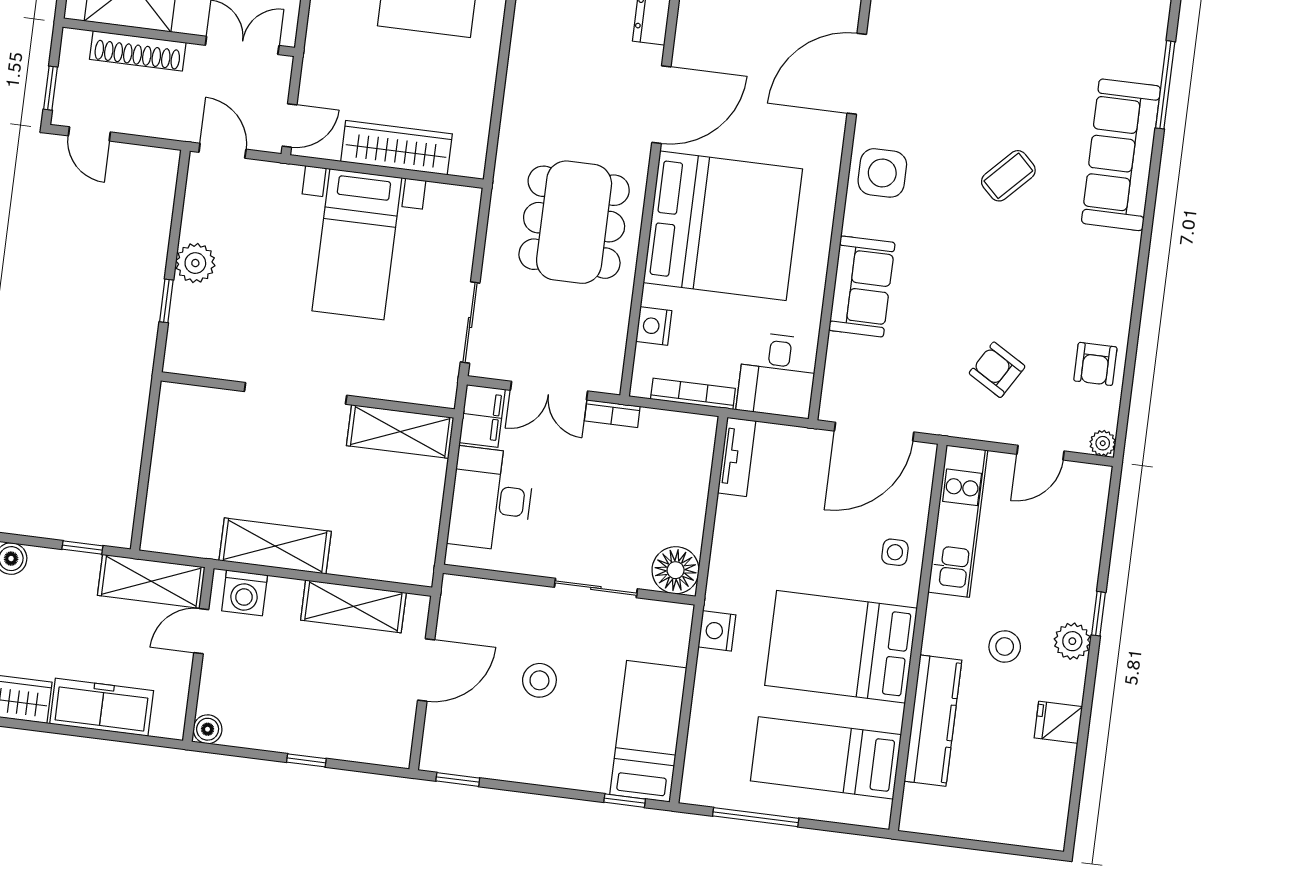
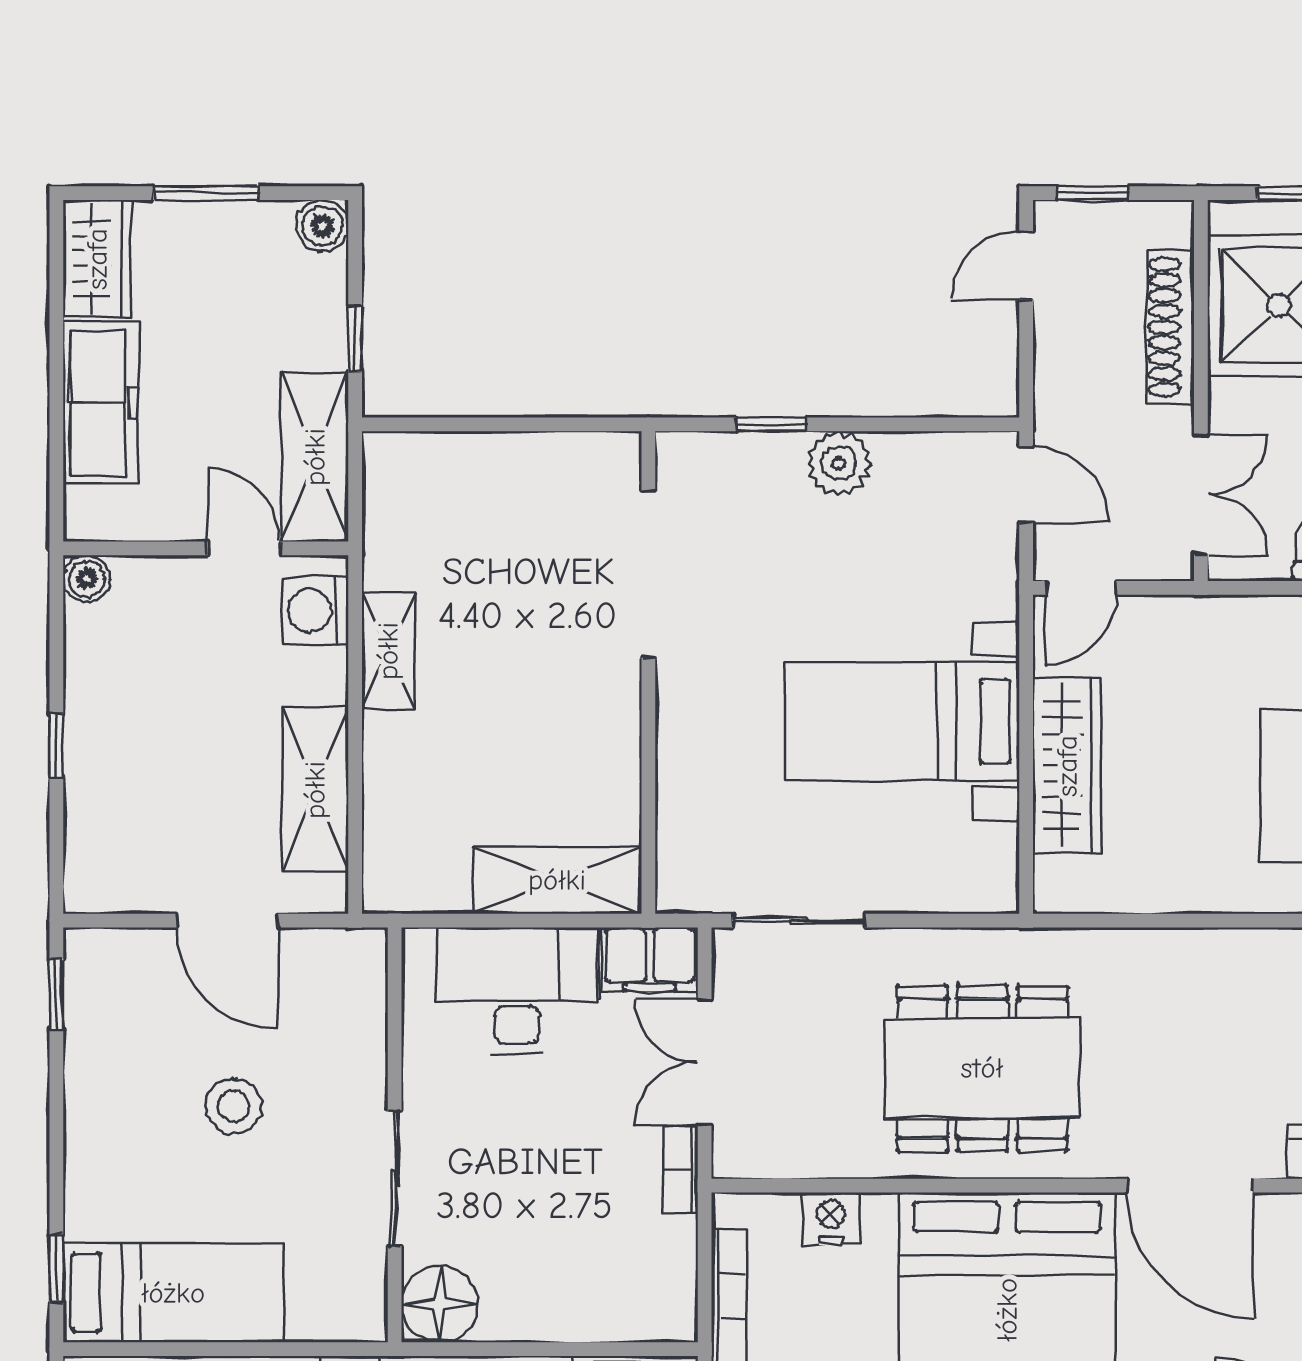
door: (290, 125) -> (1081, 588), hinge flipped
door: (222, 151) -> (1026, 484), hinge flipped
doorway: (296, 393) -> (648, 574), moved
shelving: (400, 432) -> (557, 880), moved, turned 90
shelving: (275, 546) -> (388, 651), width x0.67, depth x0.75

